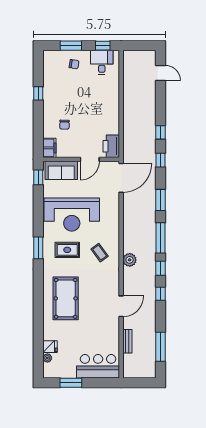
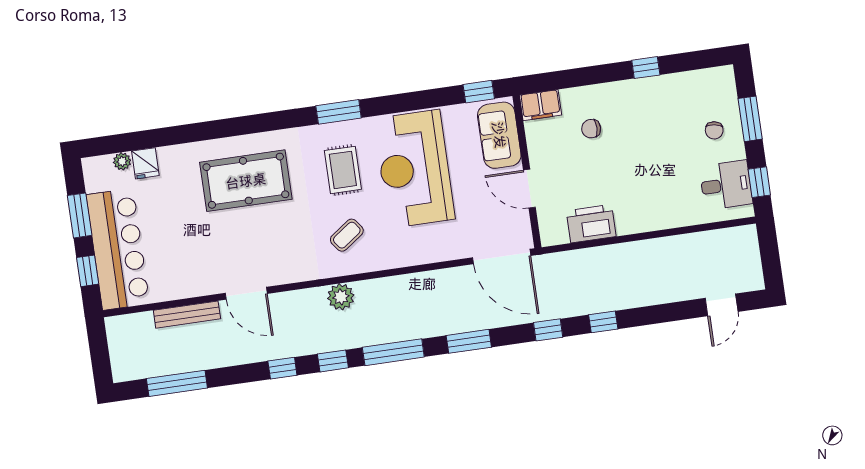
printer: (111, 146) -> (591, 224), moved
bench: (127, 341) -> (187, 315), width x1.36
bar counter: (98, 366) -> (118, 249), width x1.36
window: (99, 383) -> (88, 271), added

